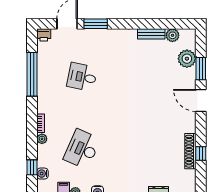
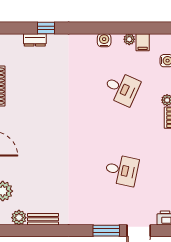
desk: (82, 149) -> (122, 88), width x0.73

